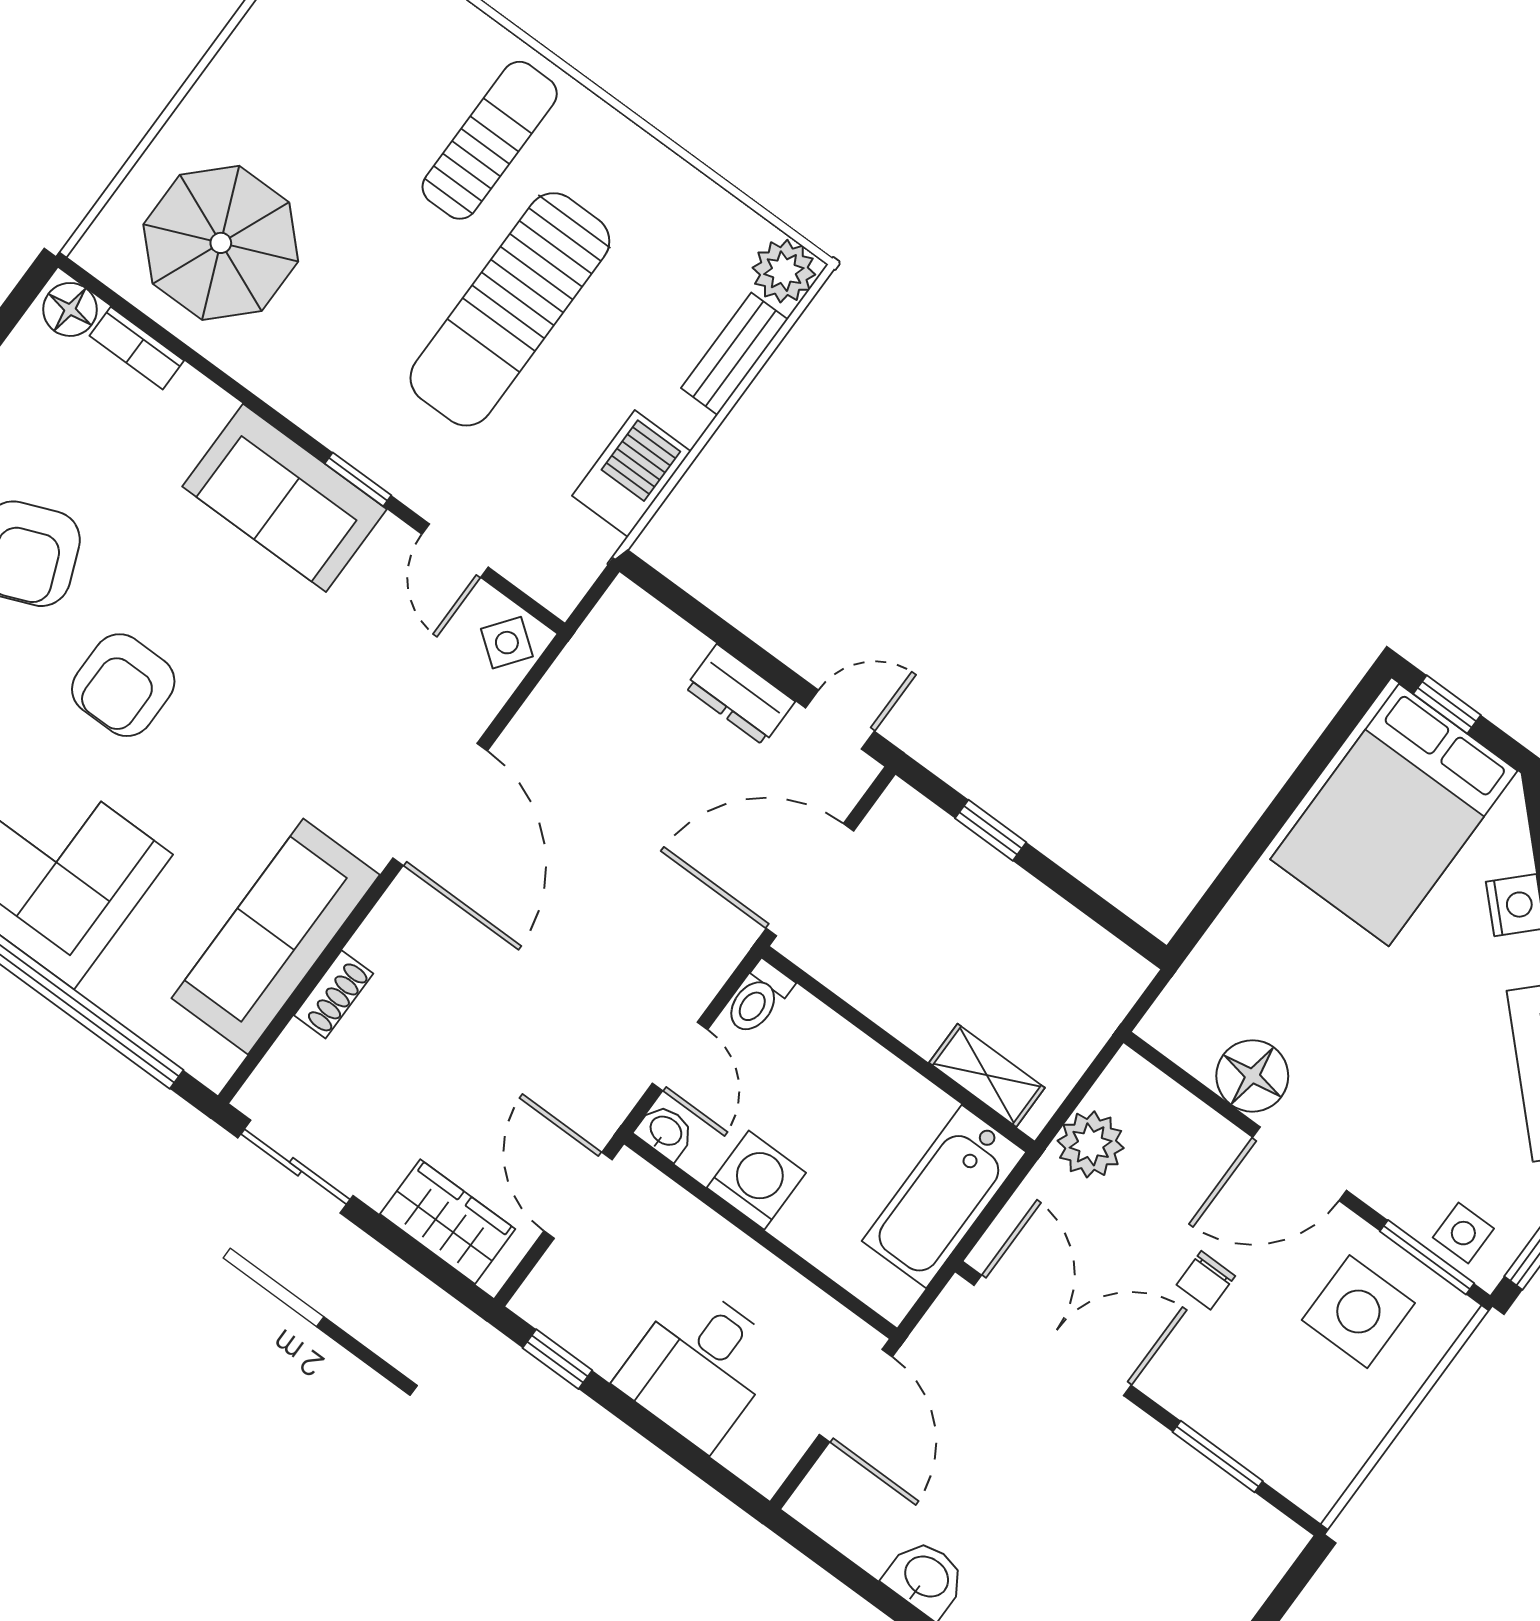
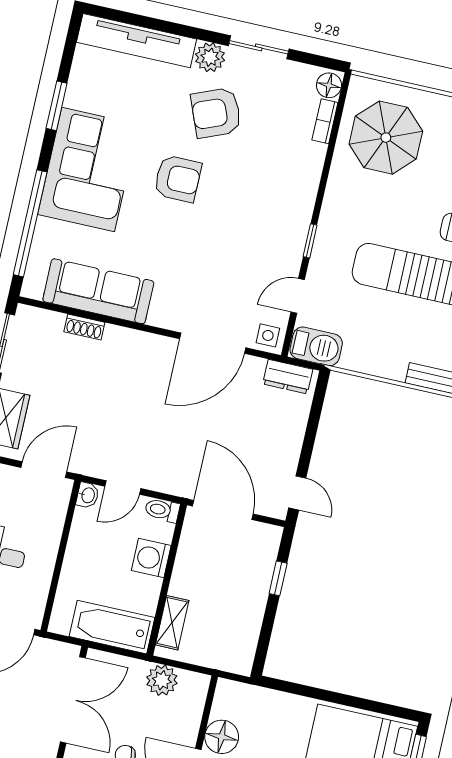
barbecue: (631, 474) -> (316, 346), moved
sofa: (284, 498) -> (288, 213), removed
side table: (507, 643) -> (268, 335), turned -37
armchair: (123, 685) -> (178, 179), turned 180
dresser: (740, 695) -> (288, 377), moved, turned -90
door: (440, 804) -> (213, 343), moved
washing machine: (756, 1180) -> (151, 558), moved, turned 180

